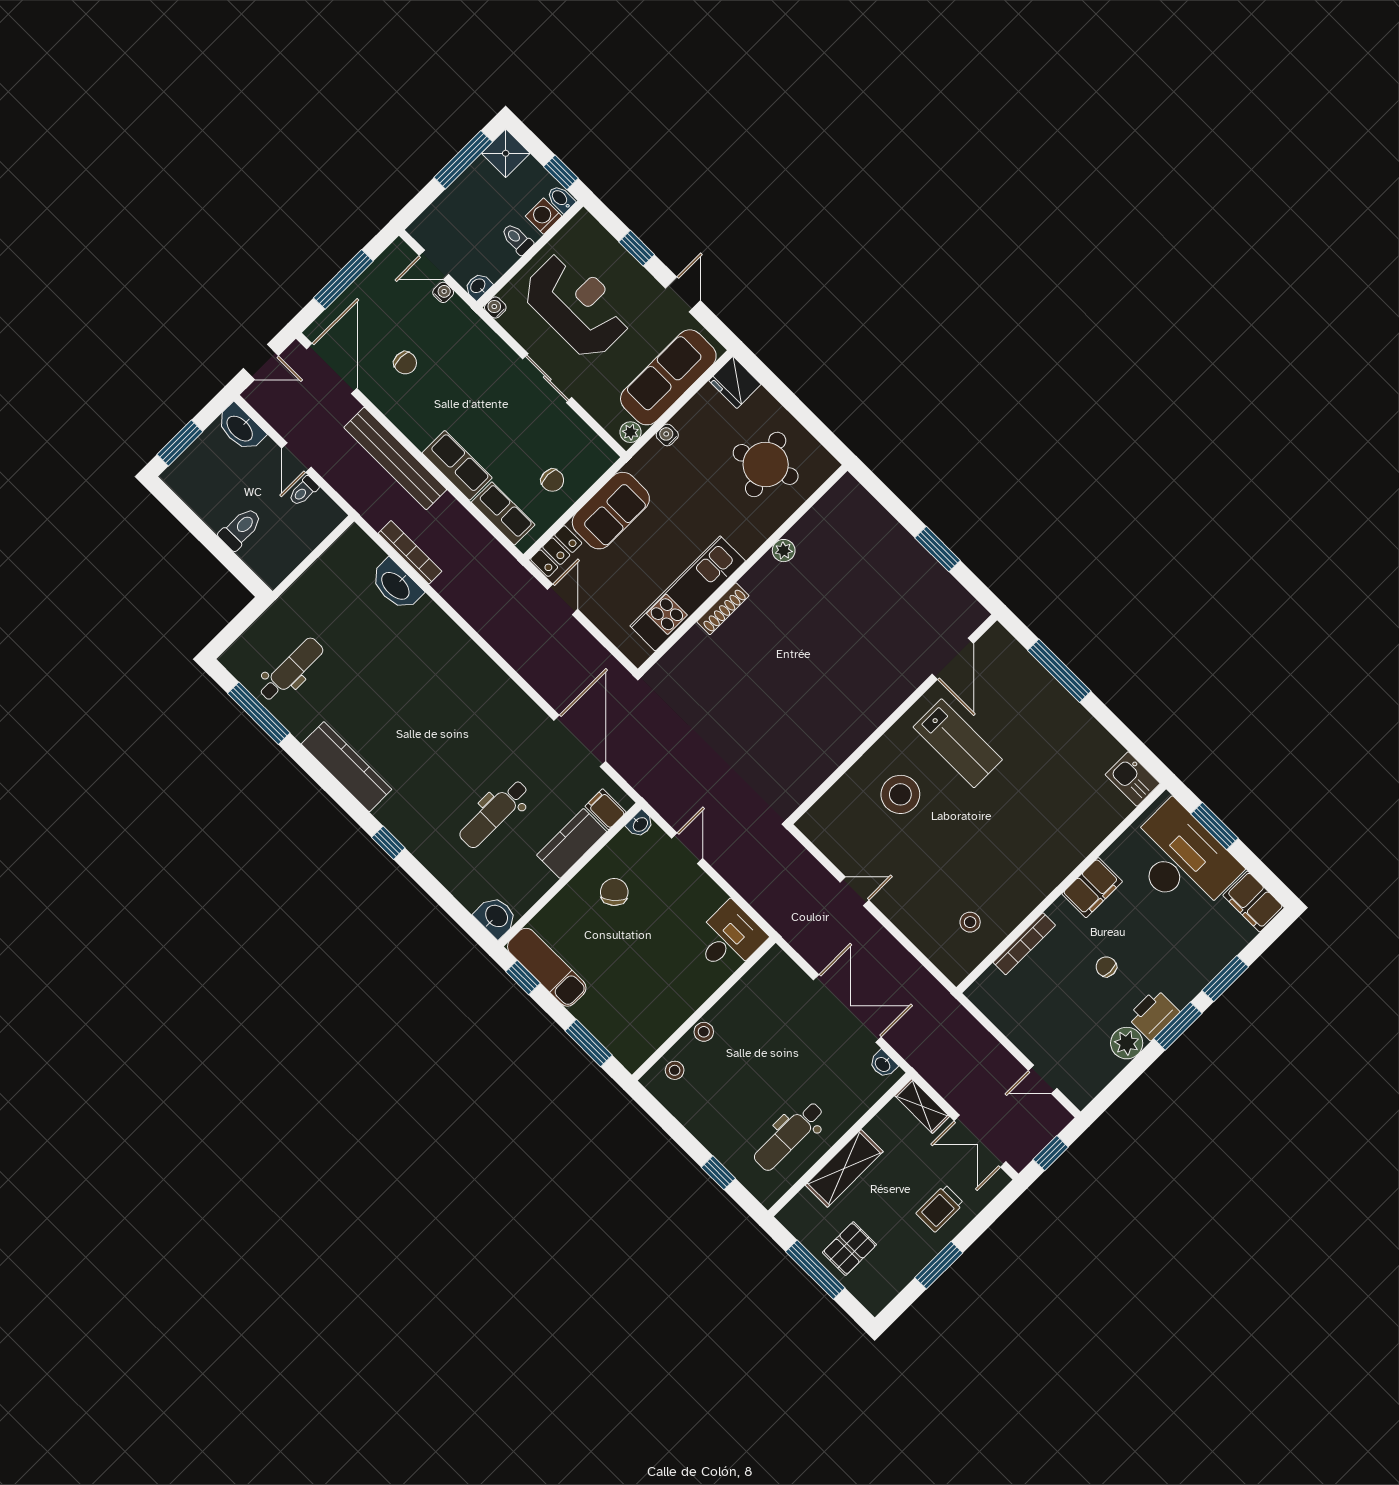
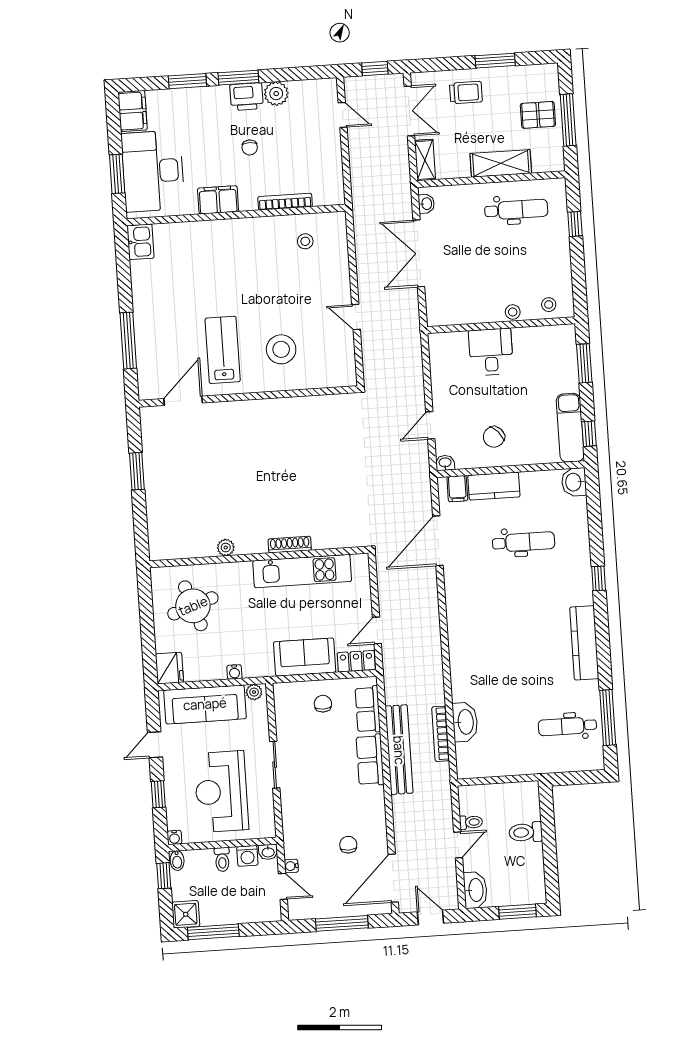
washing machine: (544, 216) -> (247, 856), moved
water cooler: (495, 308) -> (174, 837), moved
bench: (395, 459) -> (399, 750), moved
desk: (729, 938) -> (491, 352), moved, turned 90

